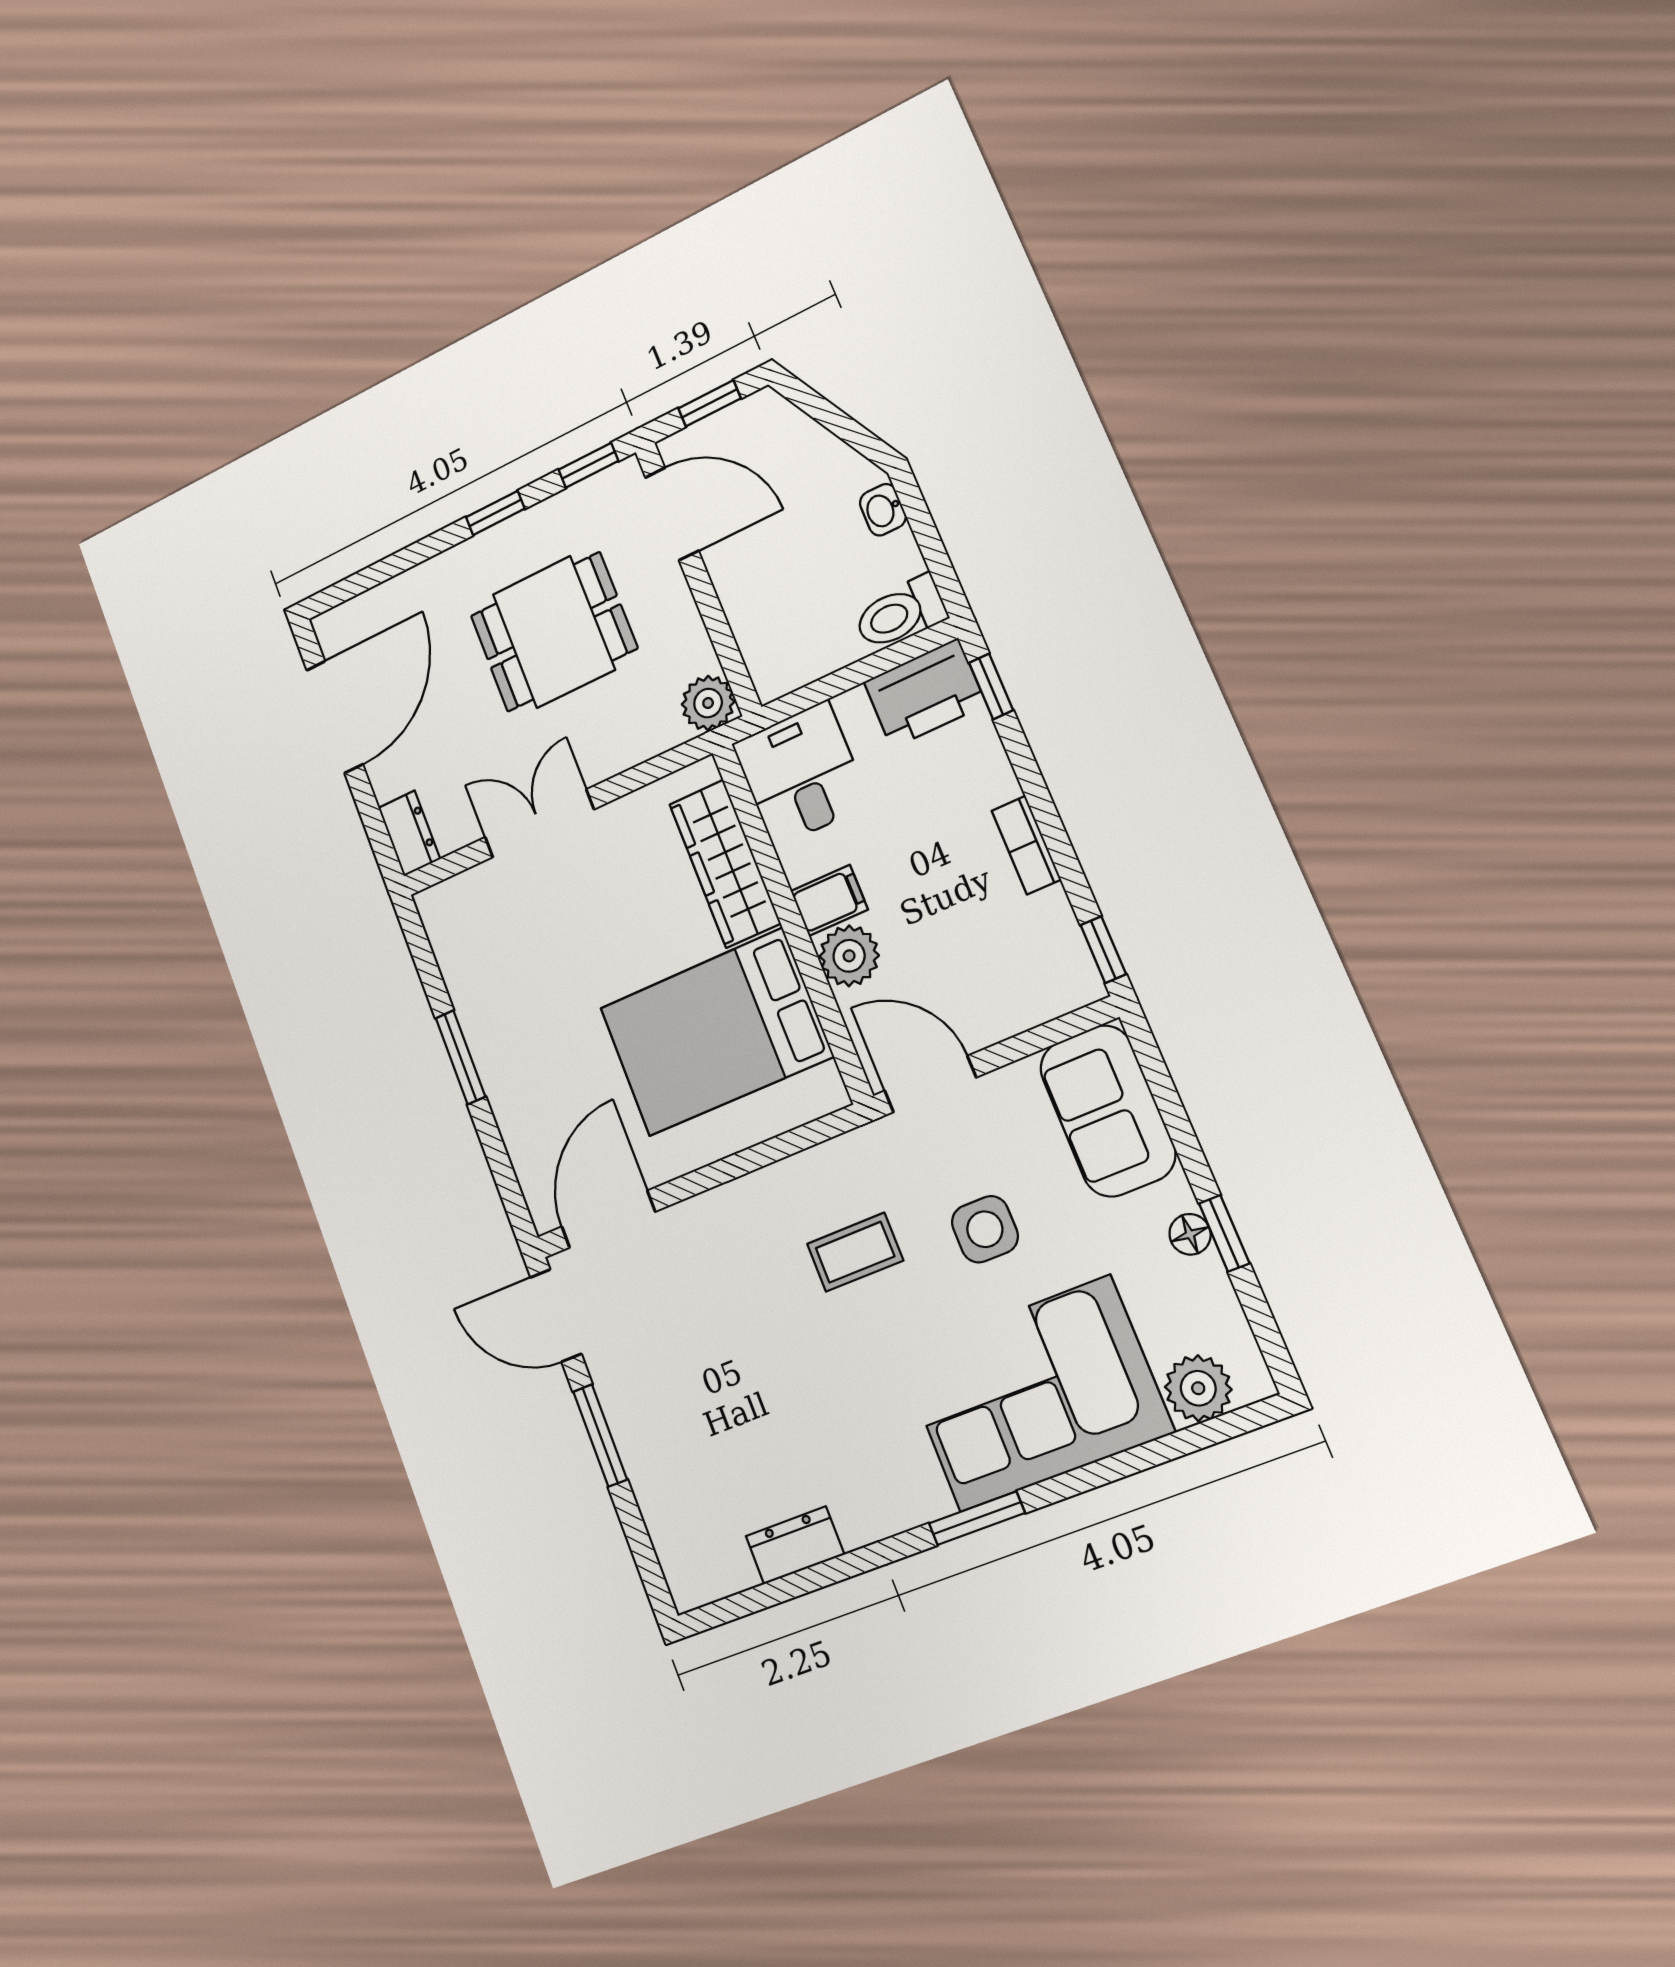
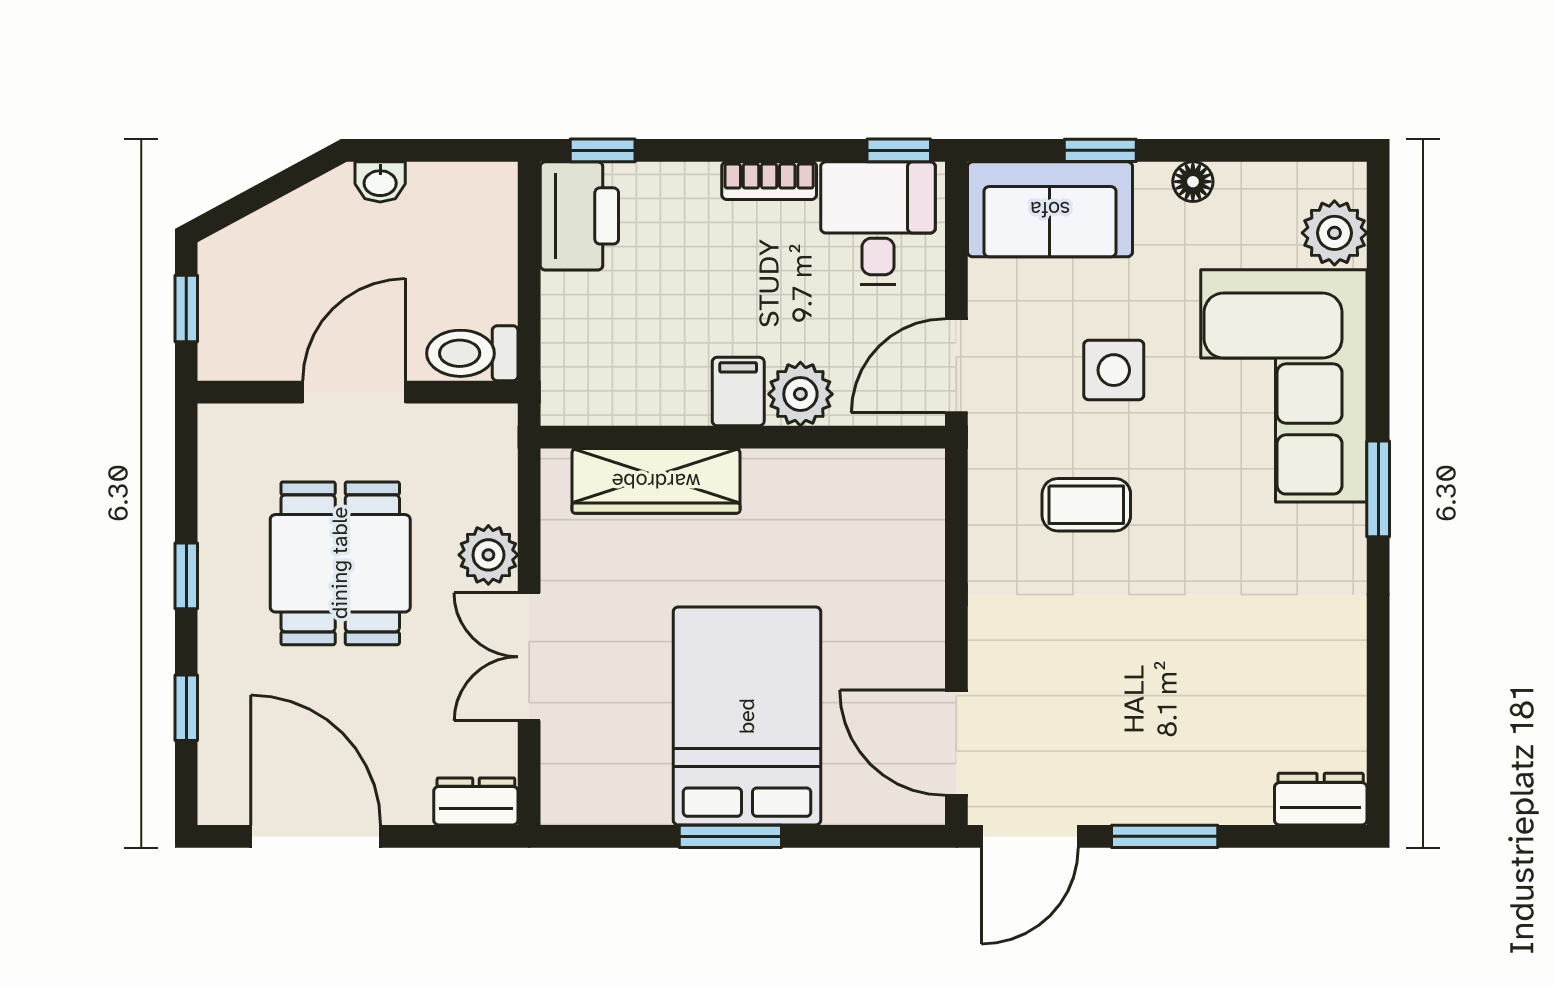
window: (588, 465) -> (186, 708), moved
door: (672, 514) -> (354, 392), moved
toilet: (900, 613) -> (472, 353), moved, turned 90
plant: (708, 703) -> (488, 555), moved
desk: (801, 774) -> (878, 223), moved, turned 90
bed: (716, 1032) -> (747, 716), moved, turned 180
window: (1224, 1233) -> (1100, 150), moved
coffee table: (855, 1252) -> (1086, 505), turned 90
dresser: (795, 1545) -> (1321, 799), moved, turned 90

